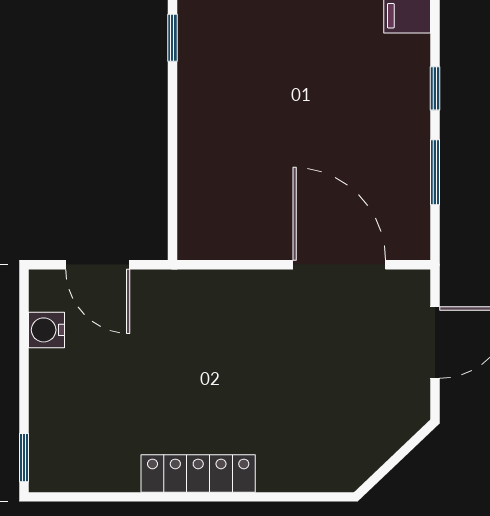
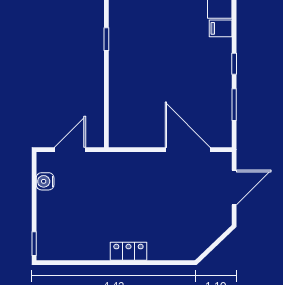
door: (98, 265) -> (70, 150), swing flipped
locker: (198, 473) -> (128, 251), width x0.66

